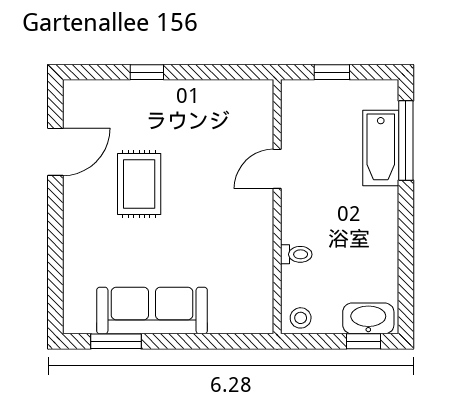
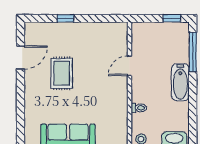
window: (332, 72) -> (172, 18), moved
bathtub: (381, 148) -> (180, 82), moved

